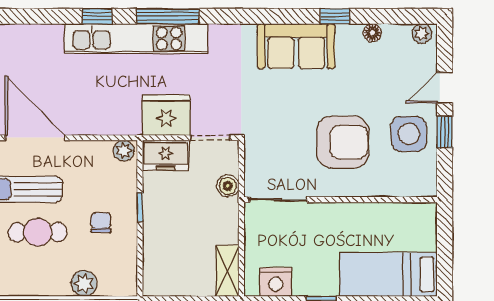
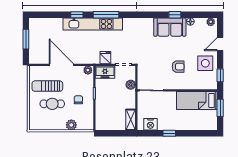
sofa: (296, 46) -> (170, 27), moved
fridge: (166, 115) -> (105, 58), width x0.53, depth x0.75
window: (445, 132) -> (220, 75), moved
door: (35, 138) -> (61, 65), moved
armchair: (343, 142) -> (178, 67), width x0.53, depth x0.53
window: (445, 242) -> (220, 108), added
bed: (388, 274) -> (197, 100), moved

